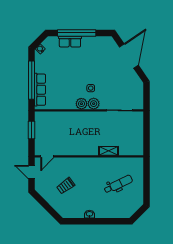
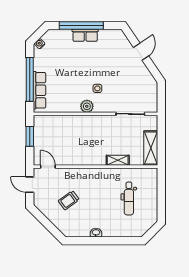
row of seats: (70, 42) -> (85, 35), moved
door: (129, 56) -> (141, 52), width x0.53
plant: (94, 104) -> (101, 106), removed
shelving: (137, 140) -> (151, 148), added
door: (47, 156) -> (48, 167), swing flipped
dental chair: (118, 184) -> (129, 198), turned 116

